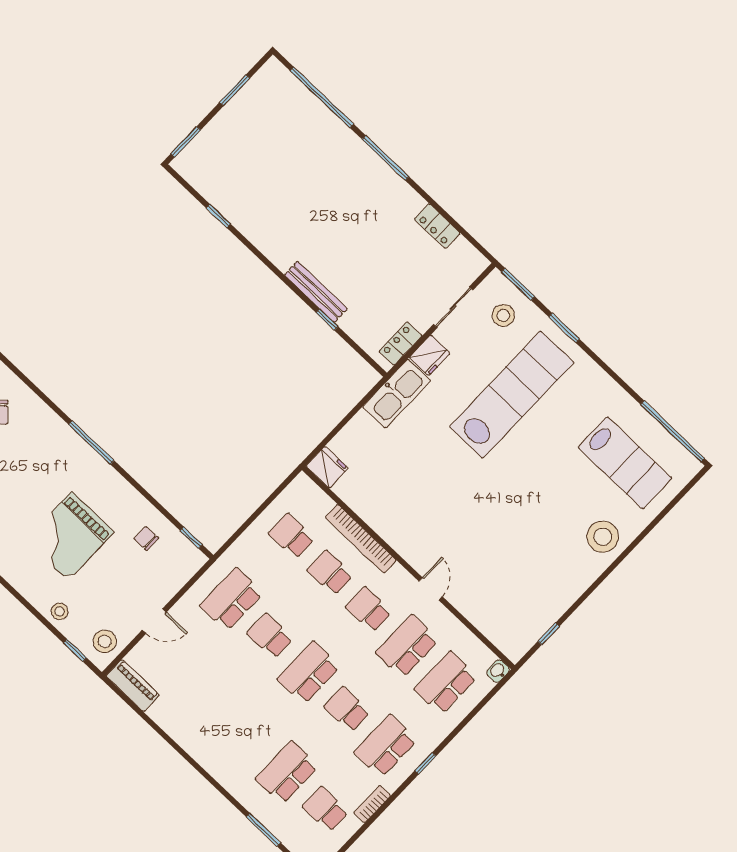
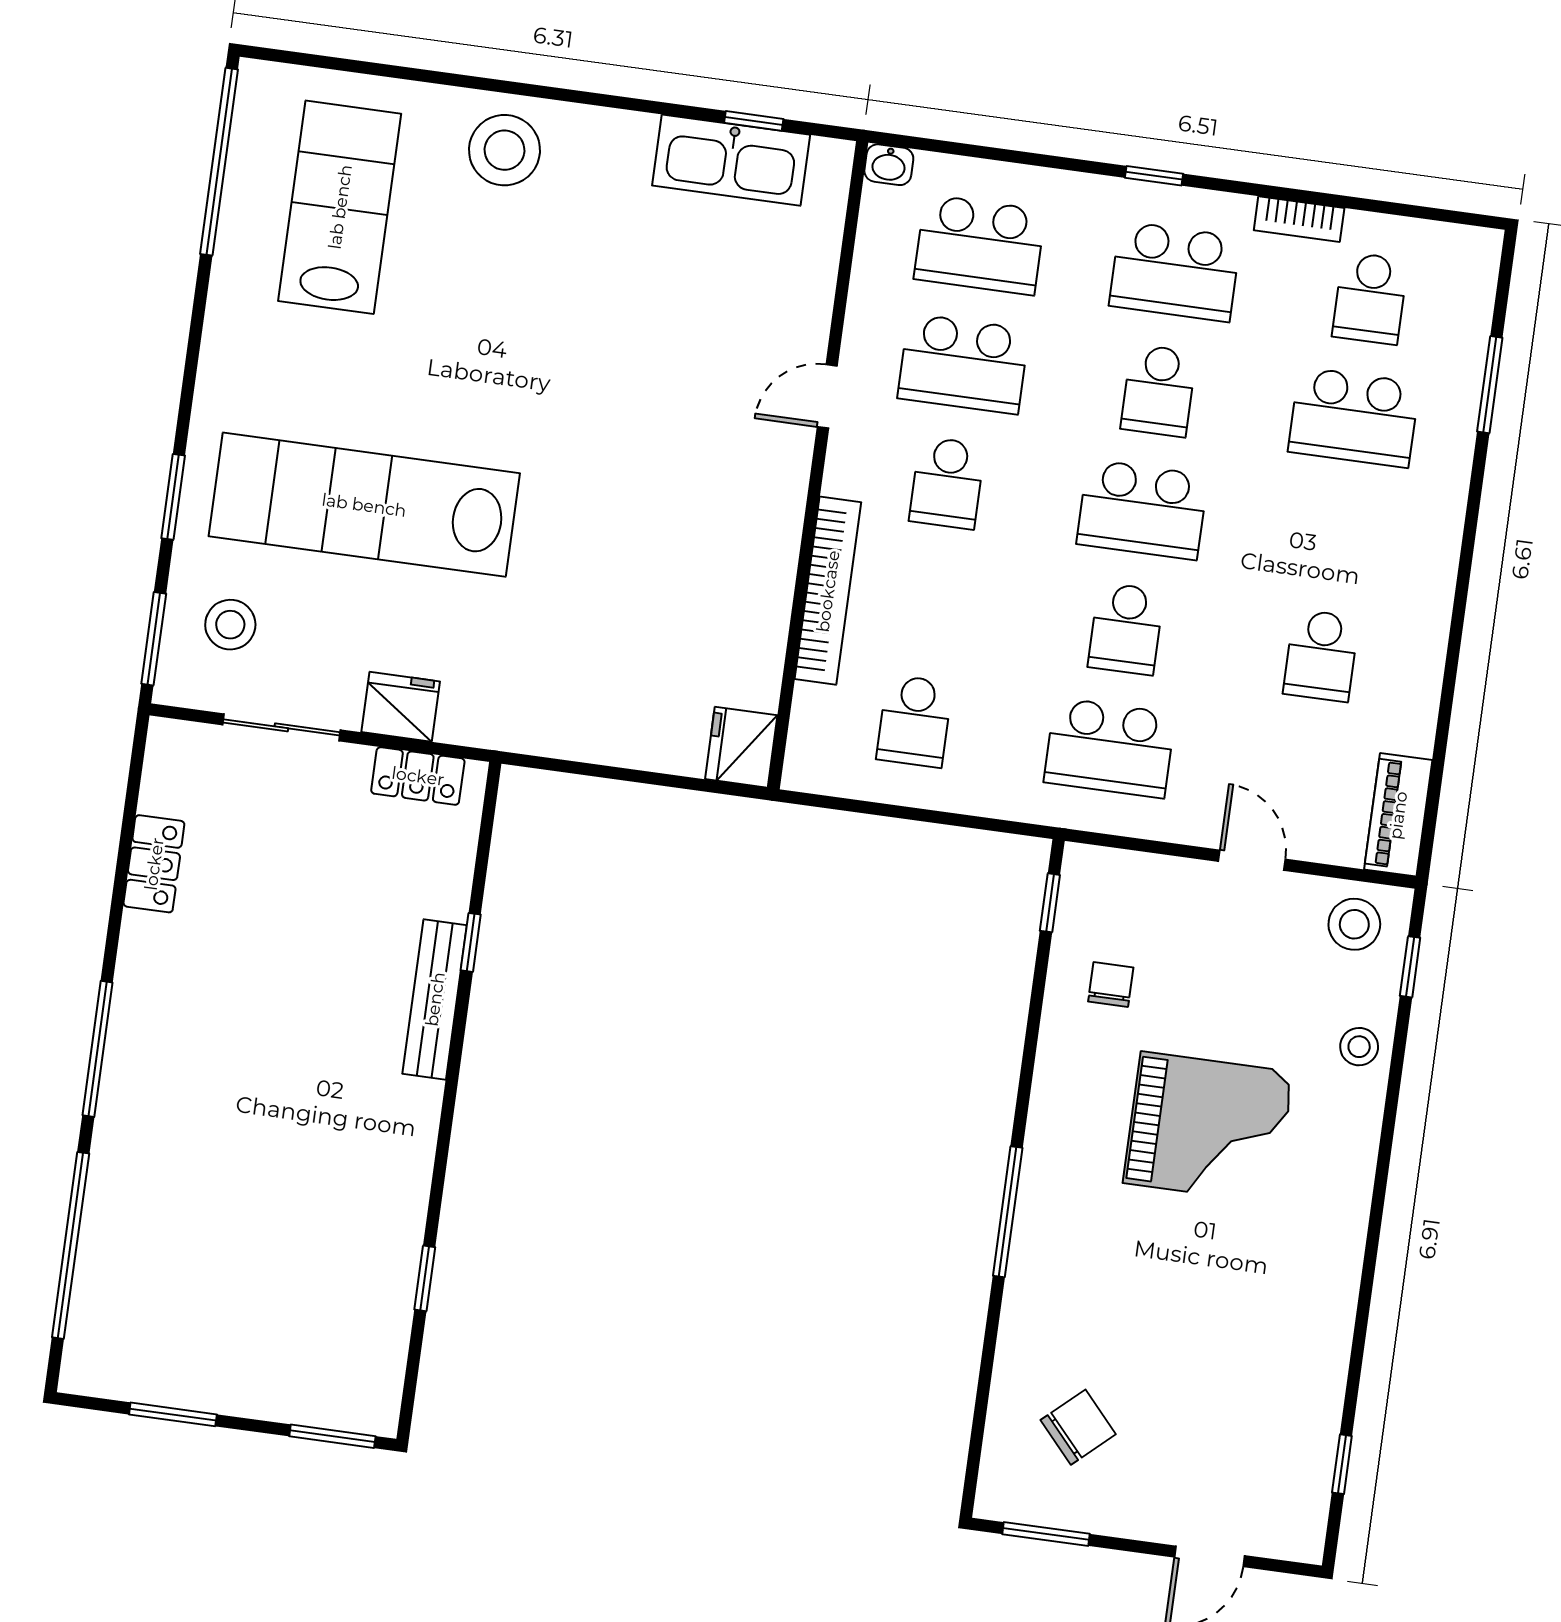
kitchen sink: (397, 394) -> (731, 160), moved, turned 180
chair: (146, 538) -> (1111, 985), turned 180
school desk: (330, 573) -> (1321, 656), moved

